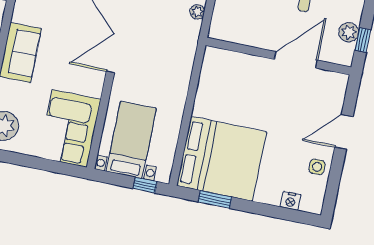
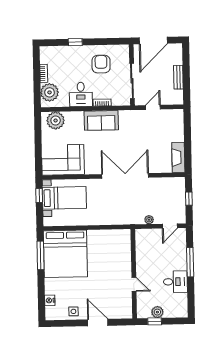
door: (296, 60) -> (134, 284), width x0.53
window: (145, 185) -> (39, 196), moved
window: (215, 199) -> (40, 255), width x1.44

